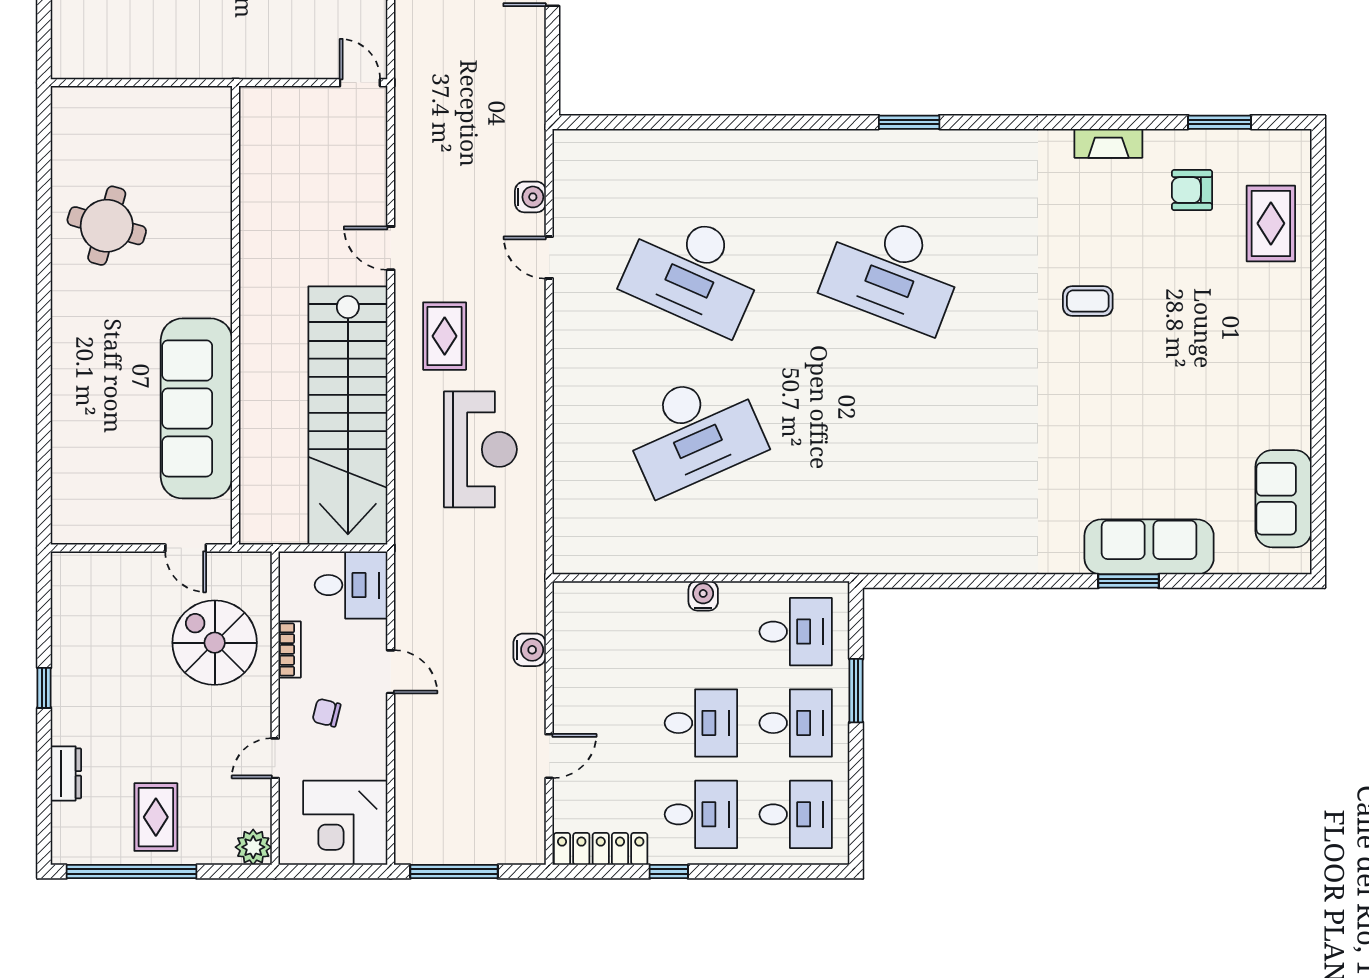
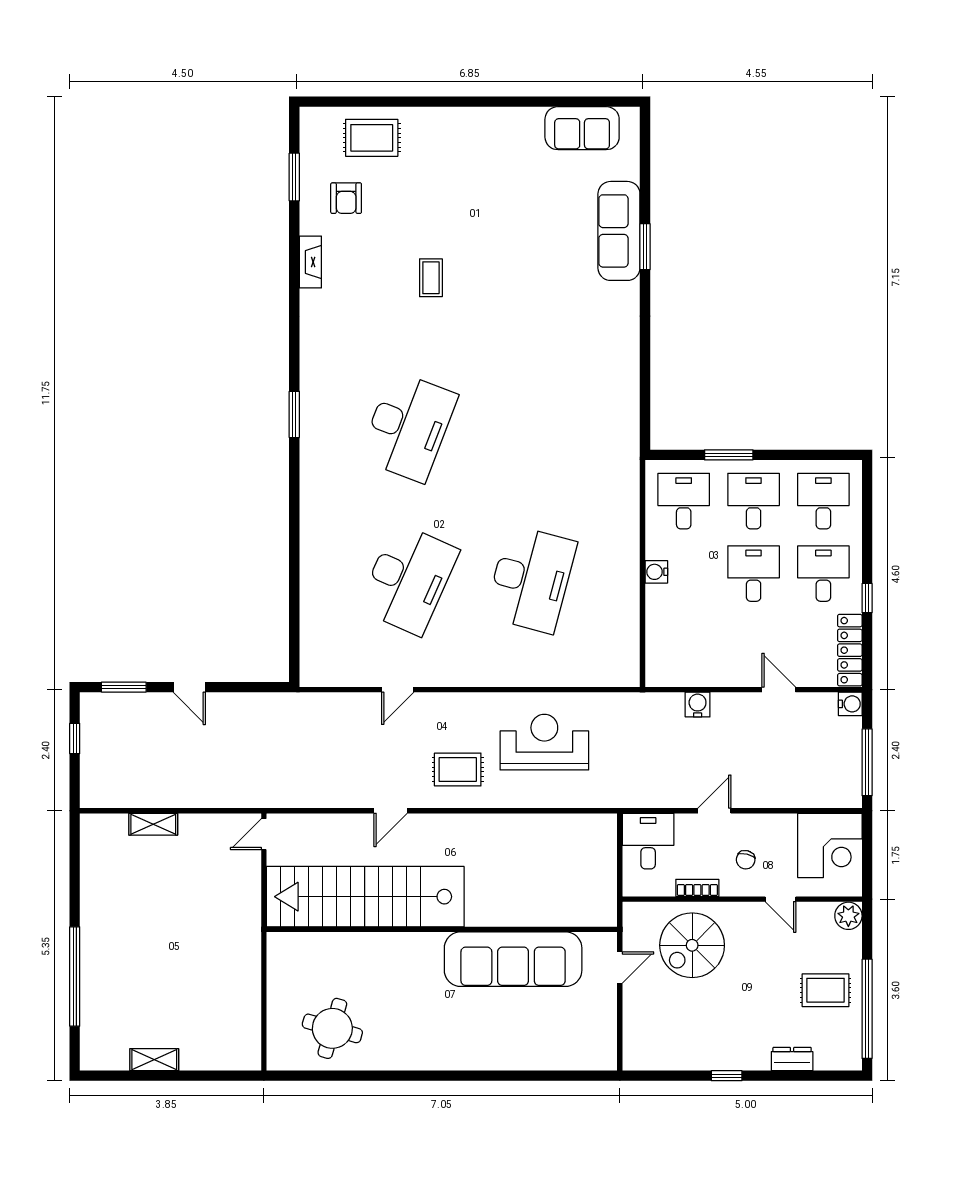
water cooler: (530, 197) -> (850, 704), moved, turned 90
round table: (107, 226) -> (332, 1028), moved
stairs: (348, 416) -> (365, 897), moved, turned 180
desk: (694, 432) -> (531, 579), turned 39

